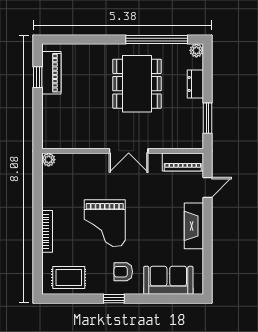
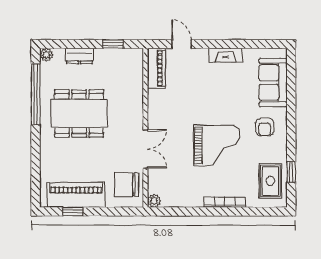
piano: (51, 73) -> (76, 195), width x1.37, depth x1.33
window: (207, 118) -> (113, 44), width x0.67
chair: (65, 132) -> (126, 185), added
double door: (129, 151) -> (145, 149), moved
fireplace: (194, 226) -> (226, 55), width x0.73, depth x0.76
window: (114, 299) -> (291, 172), moved

